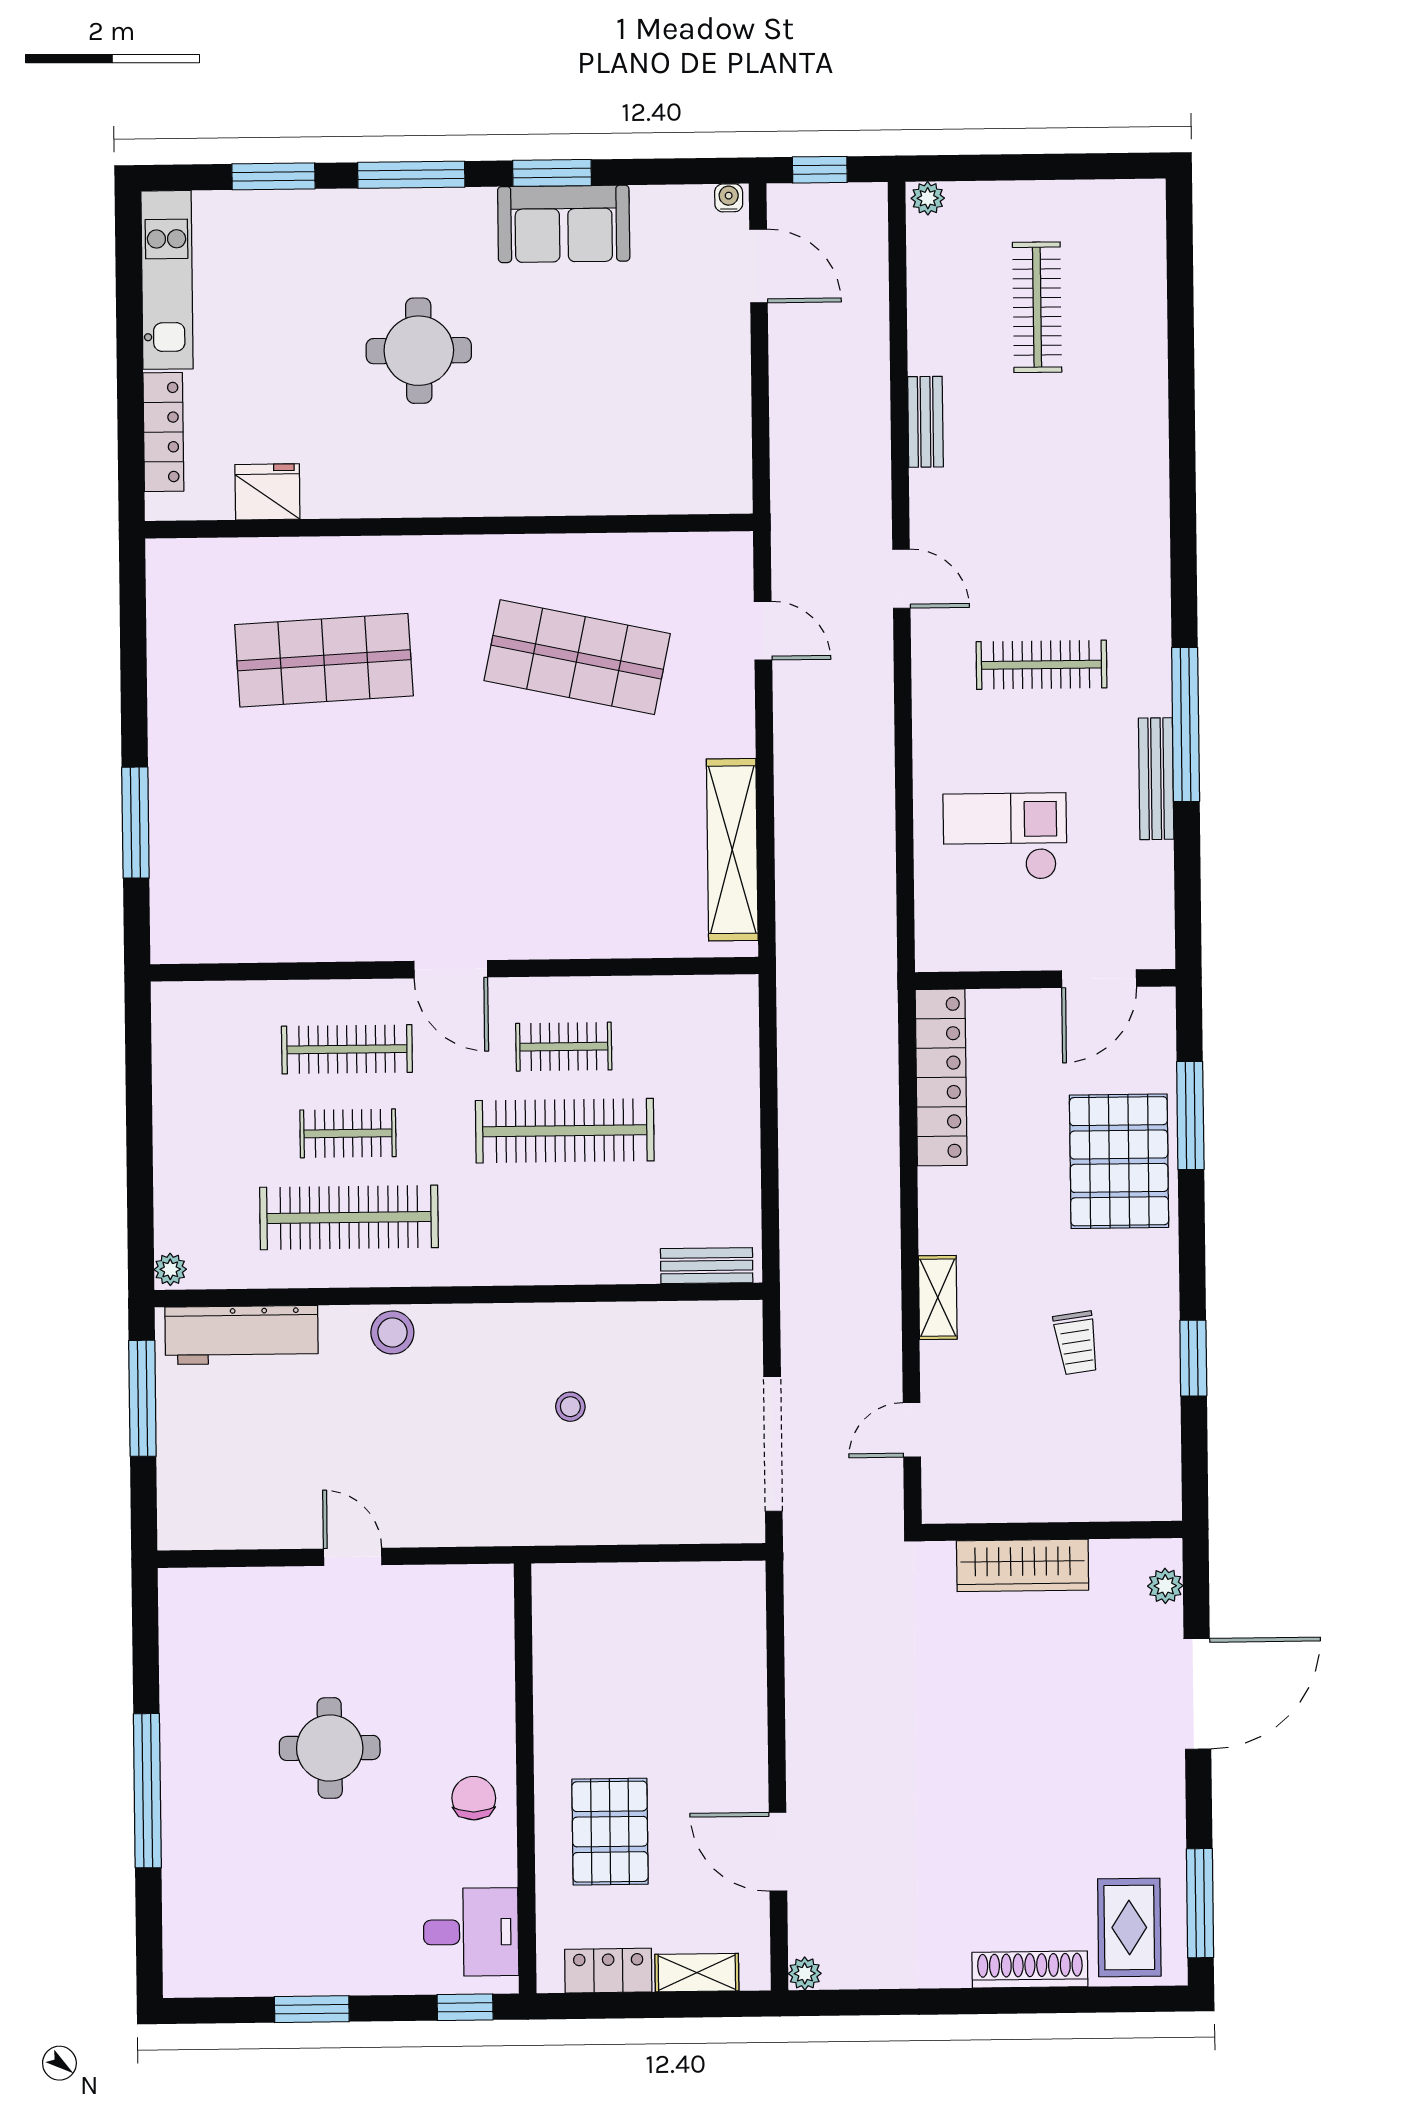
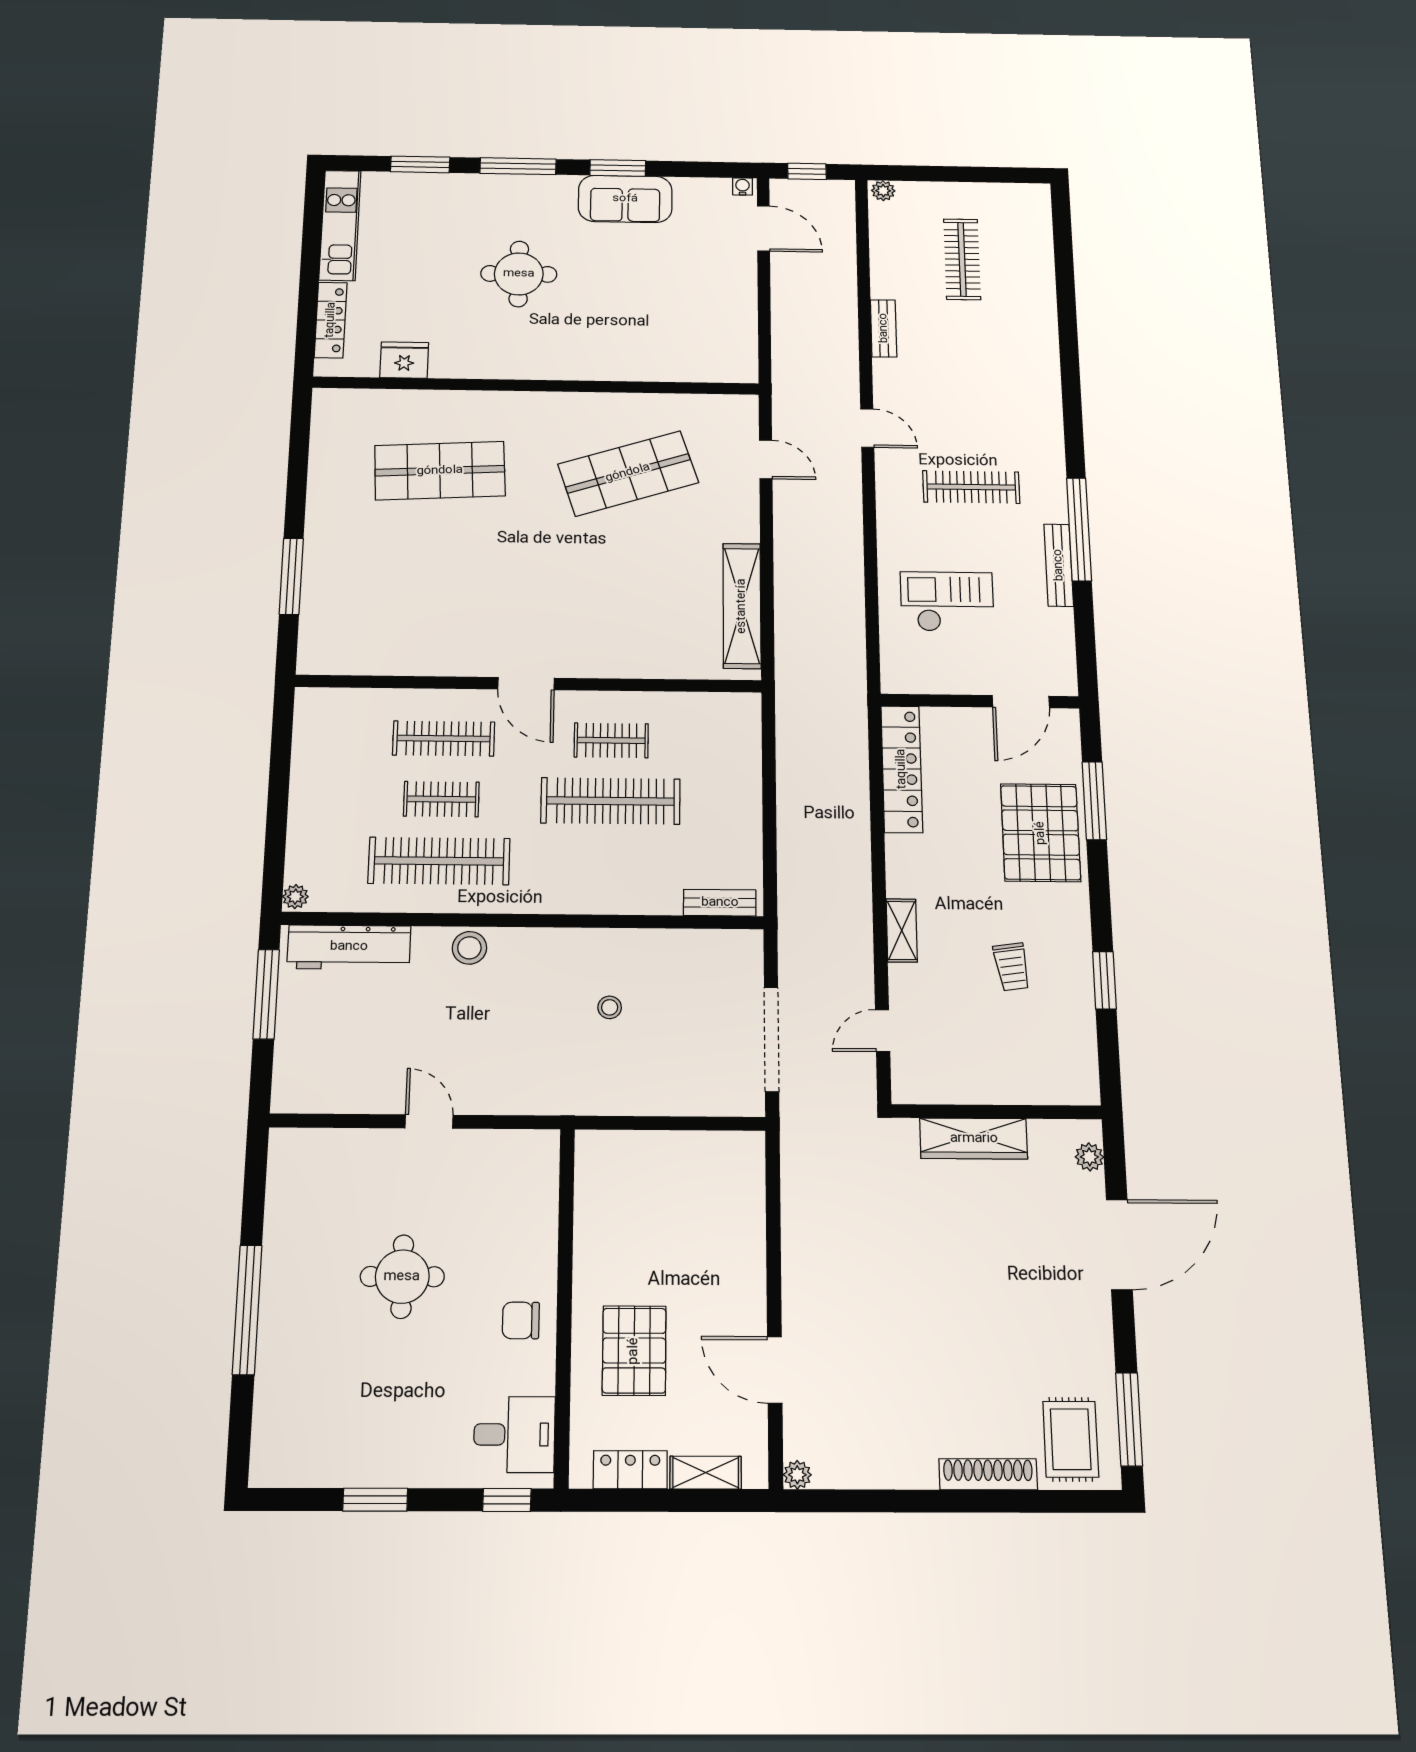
shop shelf: (577, 657) -> (628, 473), turned -30
chair: (474, 1798) -> (521, 1320), turned -90

